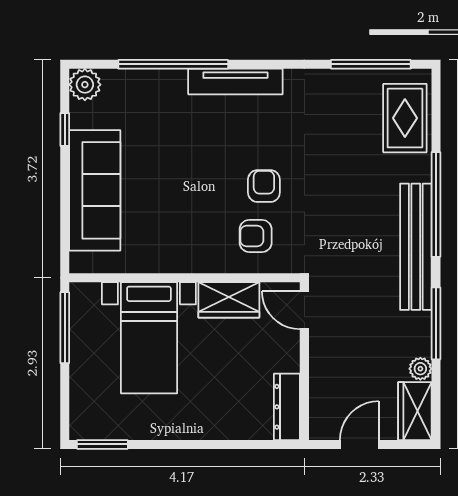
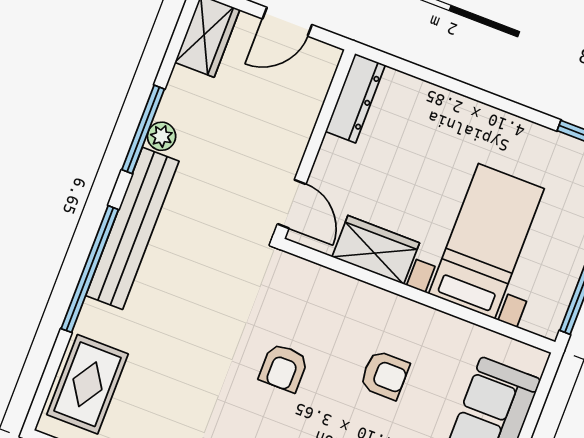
armchair: (256, 236) -> (385, 375), moved
plant: (420, 369) -> (162, 136), moved

